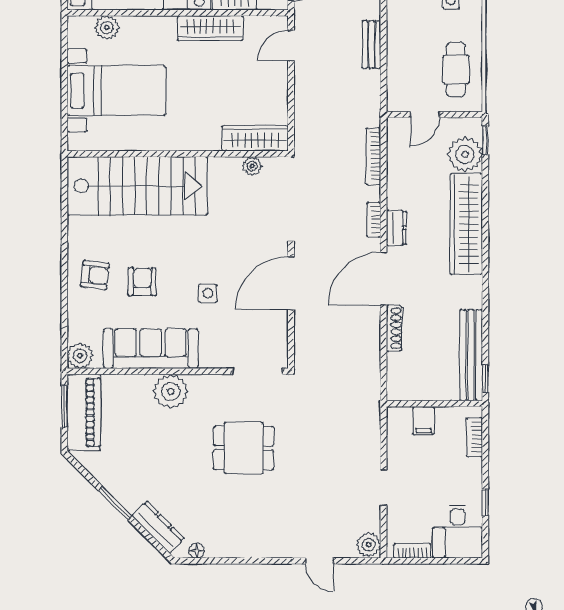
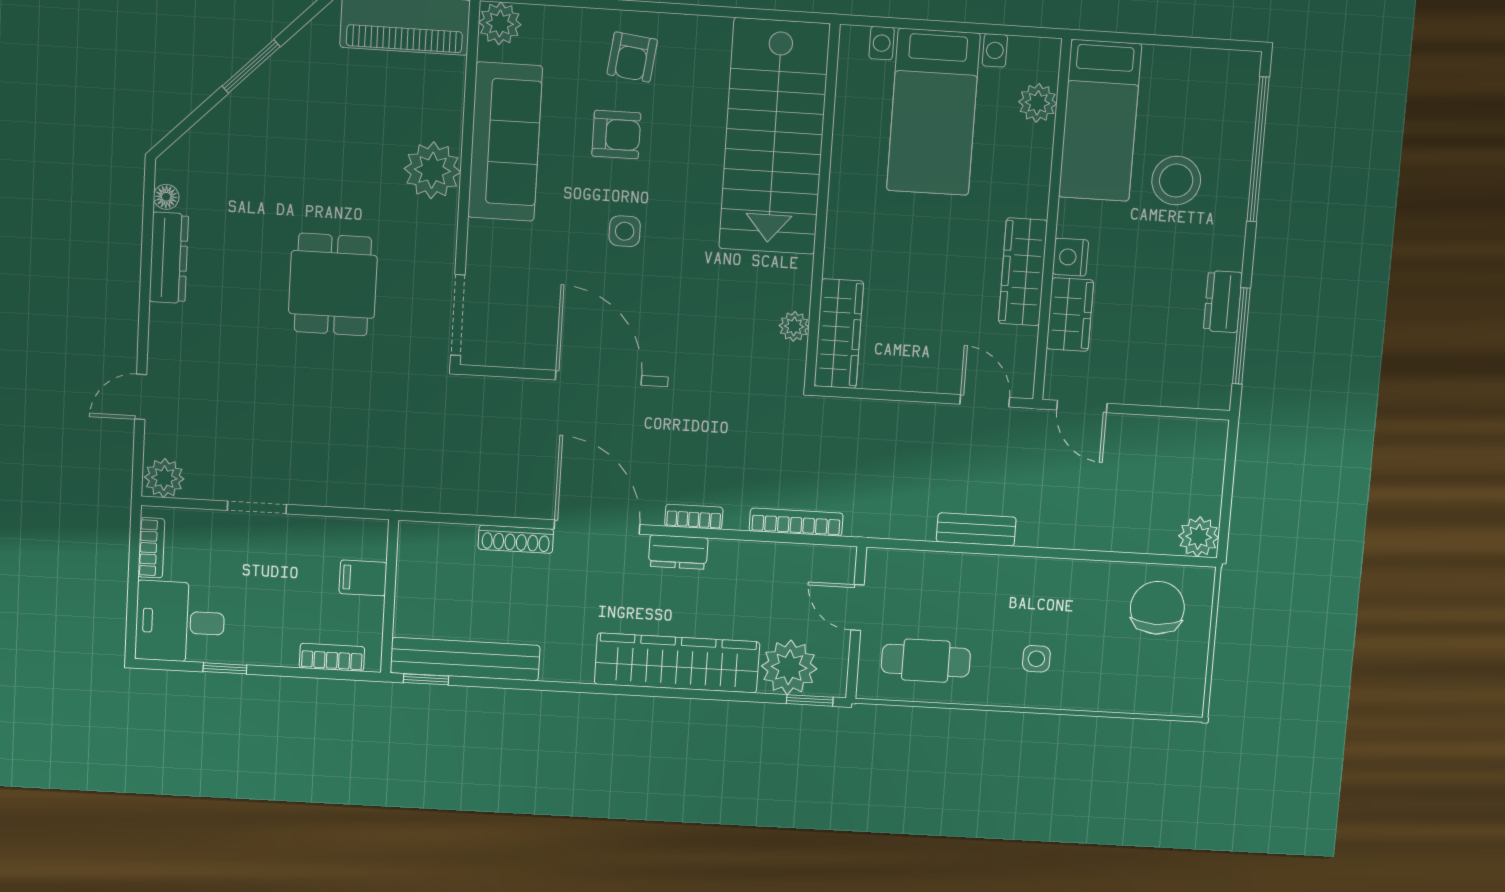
side table: (208, 293) -> (625, 231), moved
dresser: (158, 527) -> (169, 258), moved, turned -45

